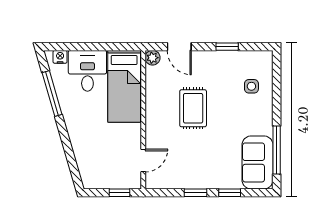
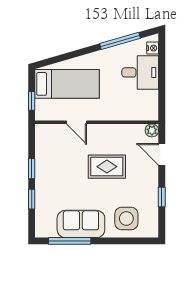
door: (179, 47) -> (162, 154), hinge flipped
bed: (124, 86) -> (67, 84), moved, turned 180
side table: (251, 86) -> (126, 218), width x1.87, depth x1.87
door: (143, 161) -> (77, 122), moved
sofa: (258, 162) -> (81, 224), moved

